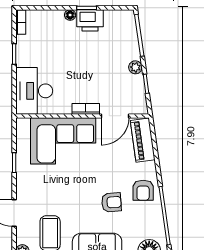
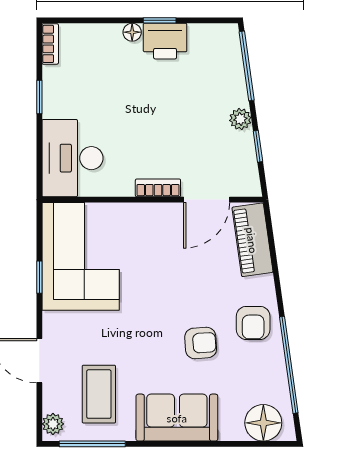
corner sofa: (63, 141) -> (81, 256), moved, turned -90

